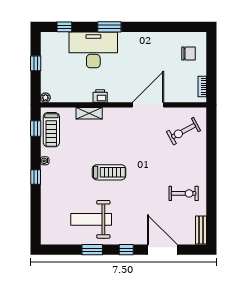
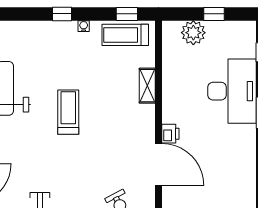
printer: (100, 96) -> (170, 134), moved
plant: (45, 98) -> (193, 33), moved, width x1.87, depth x1.87
treadmill: (109, 172) -> (68, 112), turned 180

